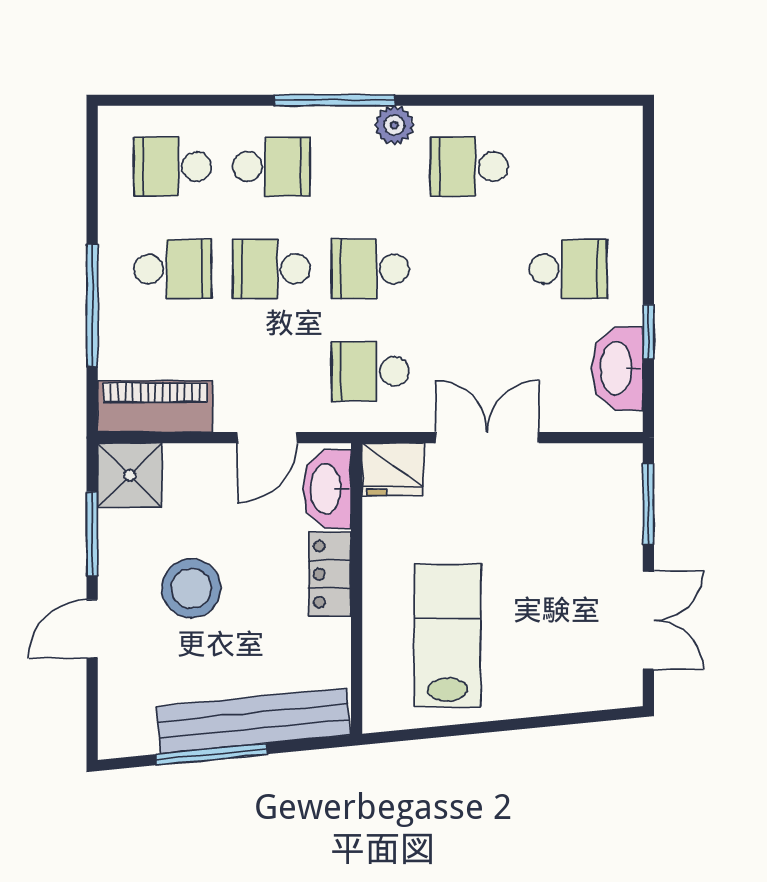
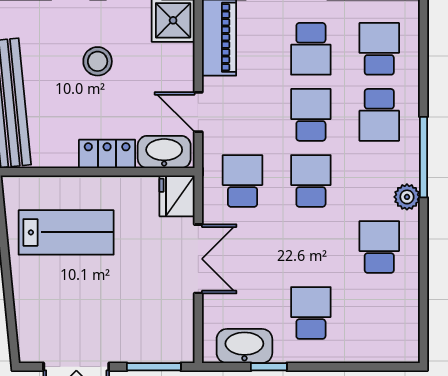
school desk: (568, 269) -> (311, 313), turned 180
stool: (191, 588) -> (98, 61), width x0.73, depth x0.73

